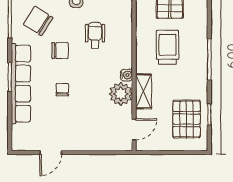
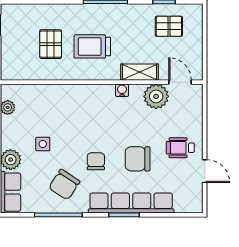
wheelchair: (95, 35) -> (180, 148), moved
chair: (62, 90) -> (138, 159), width x1.87, depth x1.87
plant: (121, 94) -> (156, 96), moved
pallet: (187, 119) -> (169, 26), width x0.67, depth x0.71

